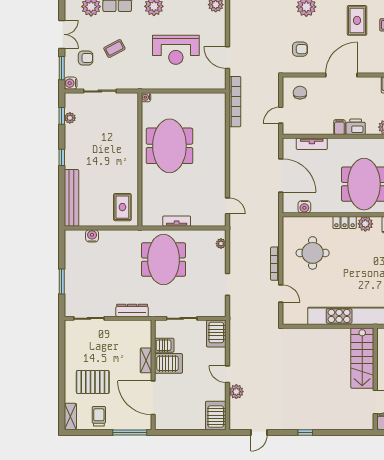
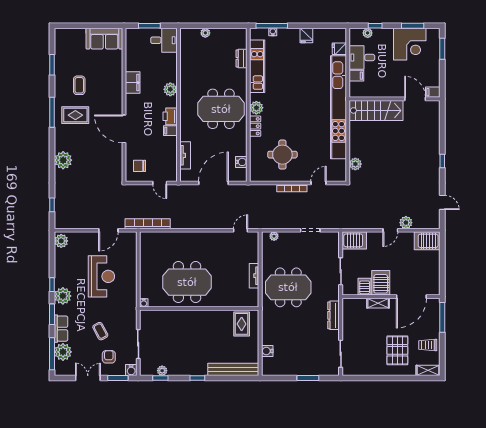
armchair: (300, 49) -> (101, 166), removed
rug: (122, 207) -> (242, 324), turned 90
plant: (302, 335) -> (355, 164), added

